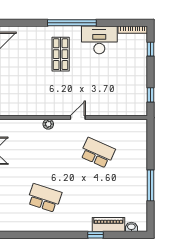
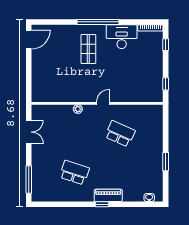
window: (151, 185) -> (166, 162), width x0.69
piano: (108, 225) -> (108, 195), moved
window: (96, 235) -> (102, 204), moved

